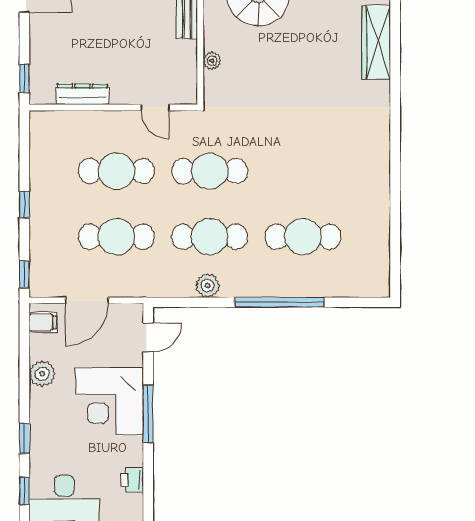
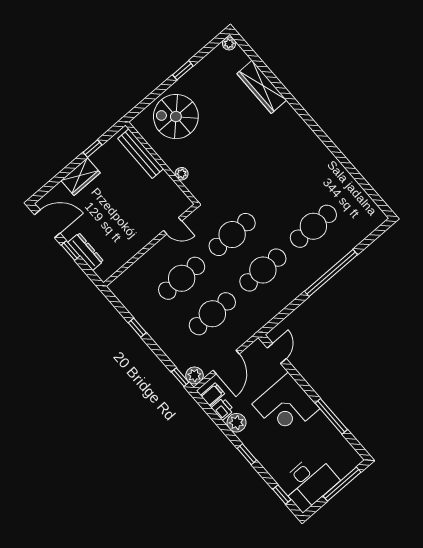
window: (24, 79) -> (71, 251), moved
dresser: (83, 94) -> (86, 252), moved, turned 90
window: (24, 205) -> (137, 328), moved
plant: (208, 285) -> (195, 375), moved
window: (148, 414) -> (331, 416), moved
window: (24, 438) -> (247, 454), moved
printer: (132, 480) -> (223, 409), moved, turned 180

